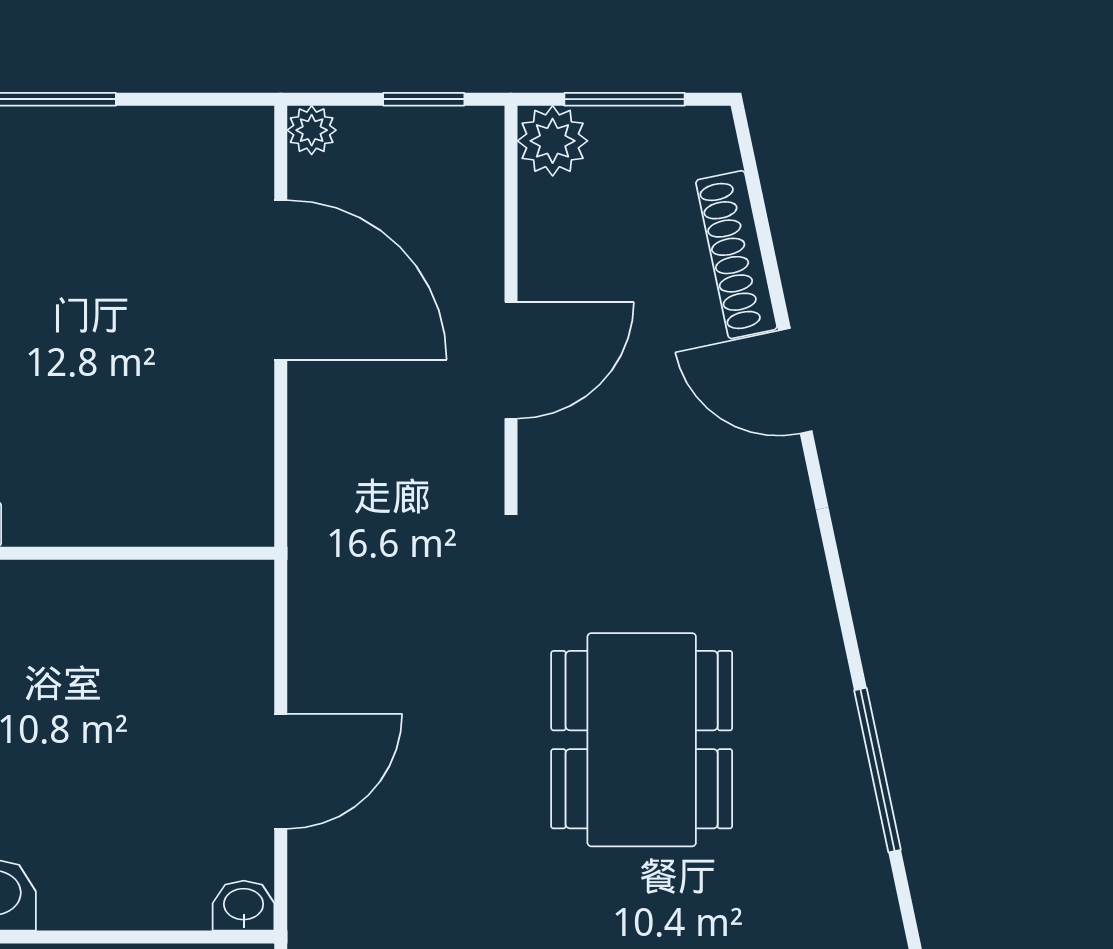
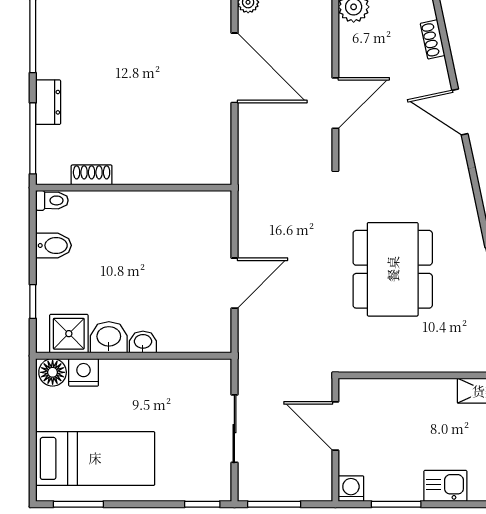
shoe rack: (736, 255) -> (433, 39), width x0.51, depth x0.81
washbasin: (244, 906) -> (143, 342), moved

